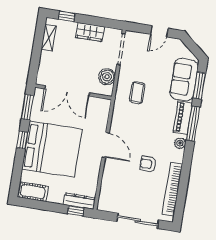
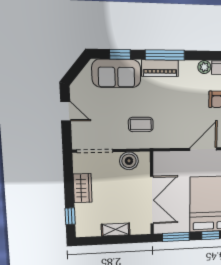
shelving: (49, 38) -> (116, 230), moved
window: (199, 86) -> (120, 54), width x0.67
plant: (180, 143) -> (204, 67), moved

